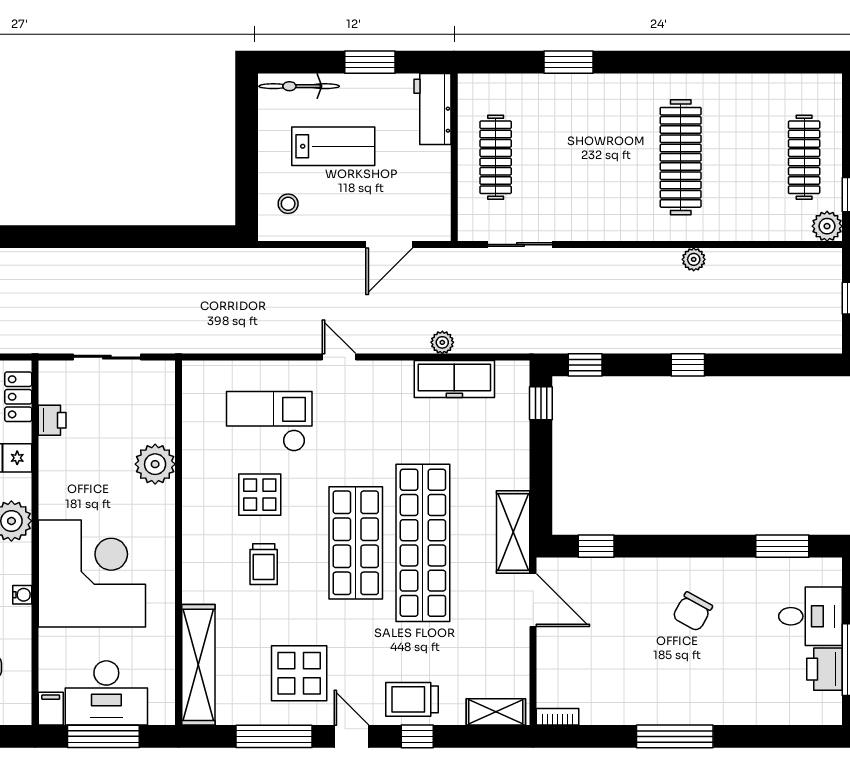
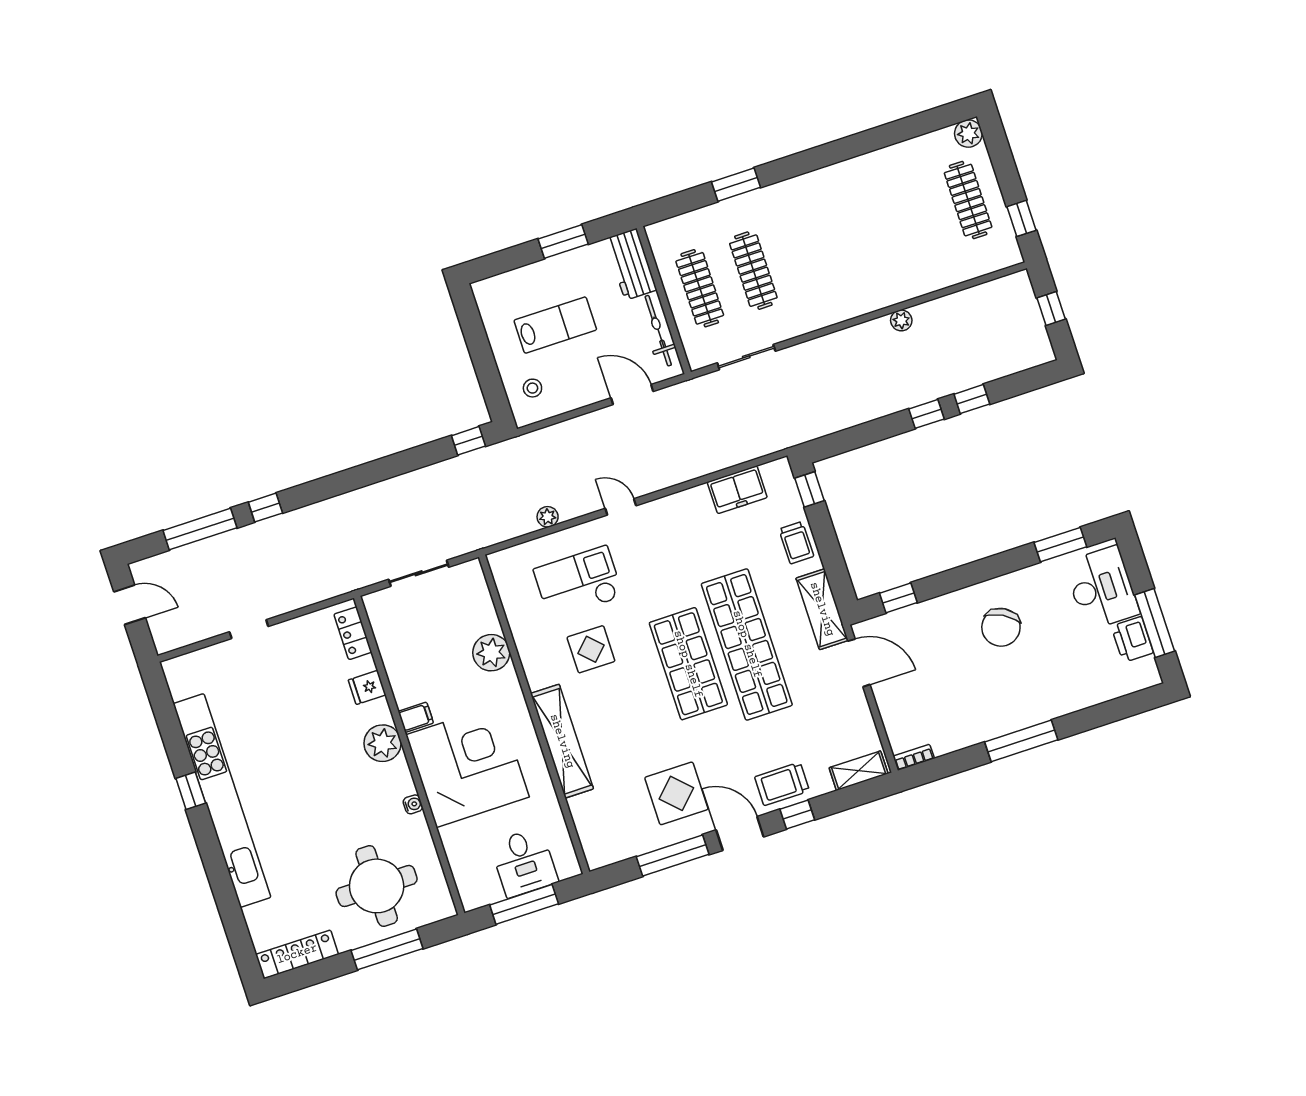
bicycle: (299, 86) -> (658, 331), moved, turned 90
clothes rail: (681, 157) -> (753, 271), moved, width x0.73, depth x0.76
plant: (827, 226) -> (968, 134), moved
window: (204, 237) -> (468, 441), added
door: (389, 245) -> (632, 395), swing flipped
plant: (442, 342) -> (548, 517), moved
window: (585, 365) -> (972, 399), moved
freezer: (454, 379) -> (737, 490), width x0.71
printer: (52, 420) -> (389, 644), removed
trolley: (264, 564) -> (796, 543), moved
chair: (692, 612) -> (1001, 627), width x1.37, depth x1.37
desk: (810, 616) -> (1102, 588), width x1.37
shelving: (198, 665) -> (562, 741), moved
desk: (106, 693) -> (524, 862), width x0.73
filing cabinet: (51, 709) -> (416, 717), moved, turned 90
door: (351, 736) -> (740, 833), width x1.38

